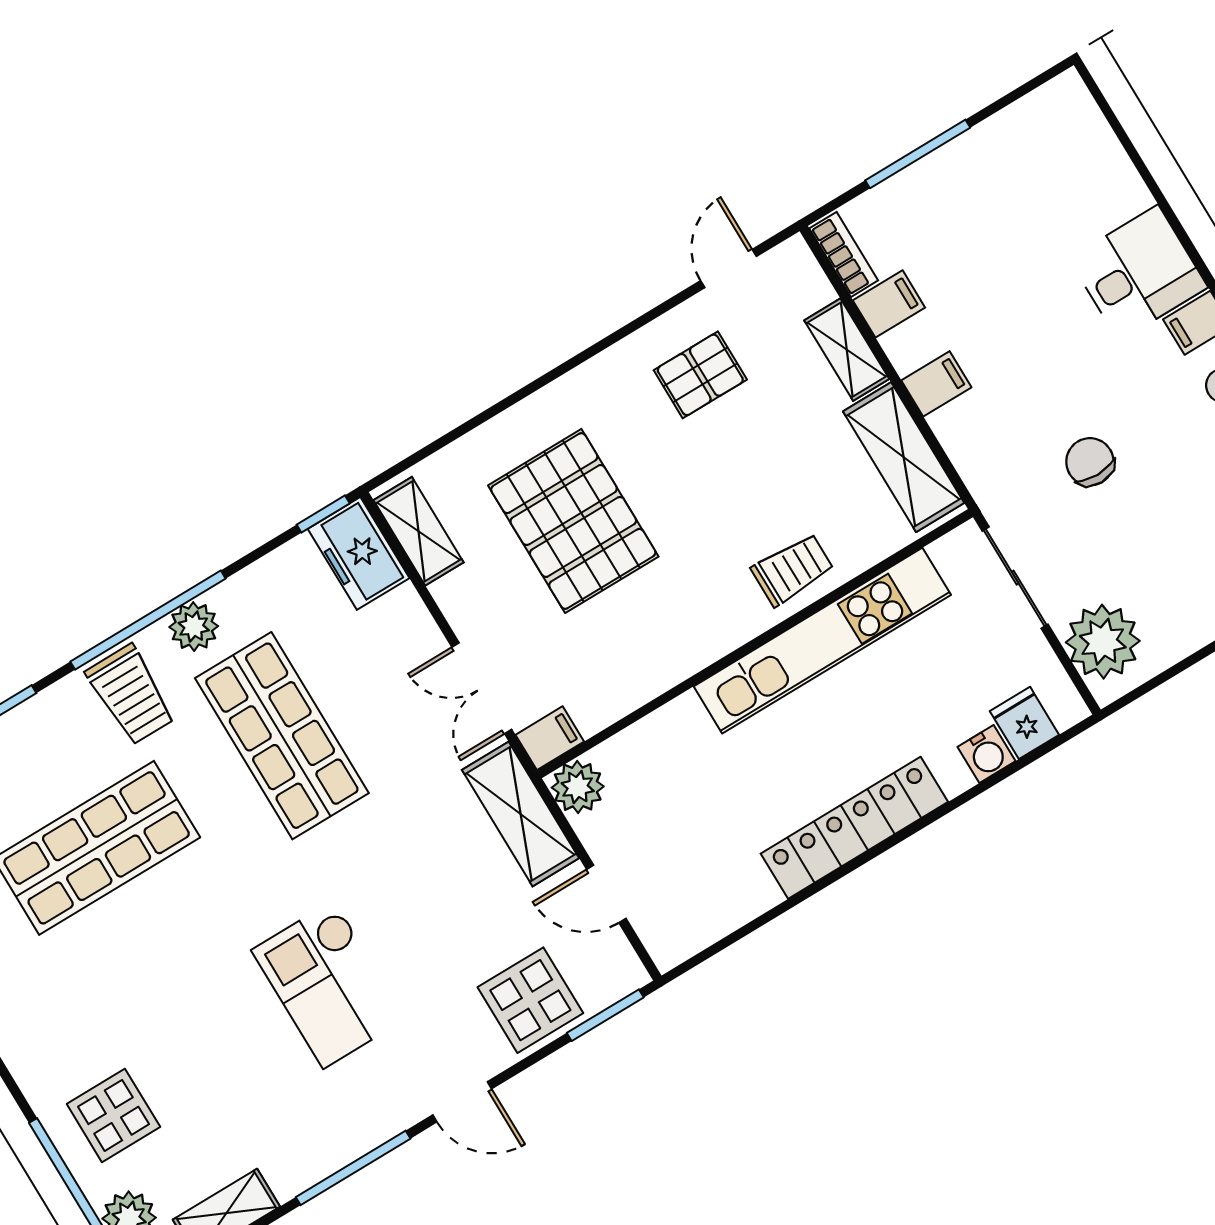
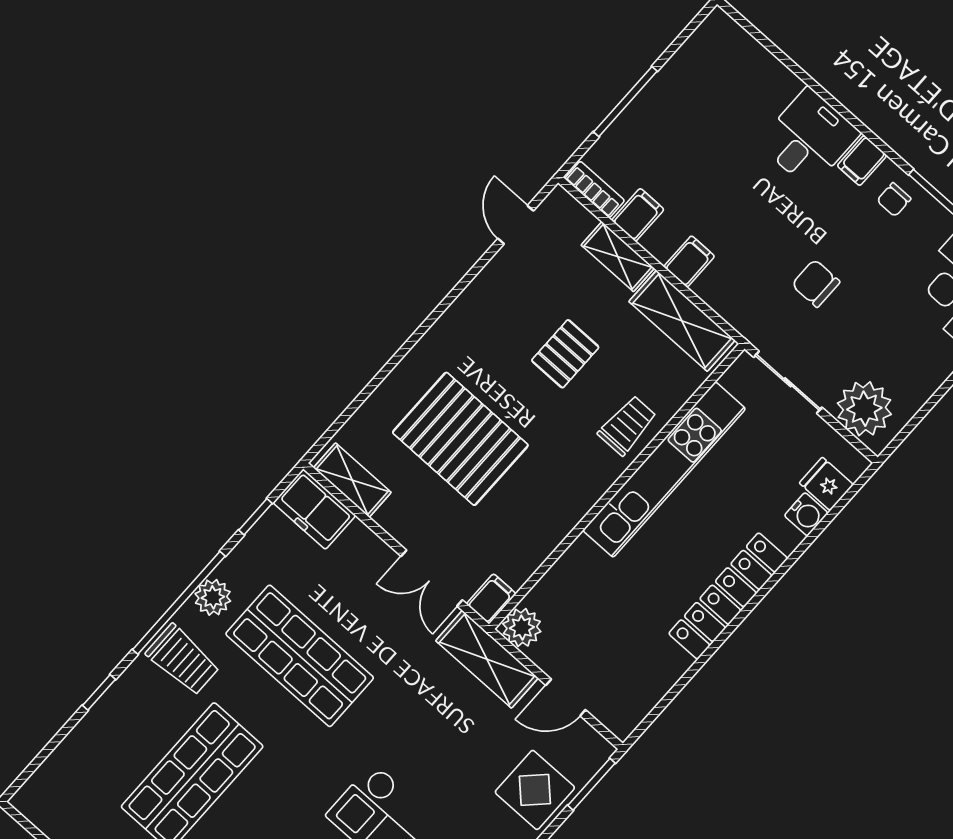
pallet: (700, 375) -> (565, 354), moved
window: (323, 514) -> (255, 517), moved

